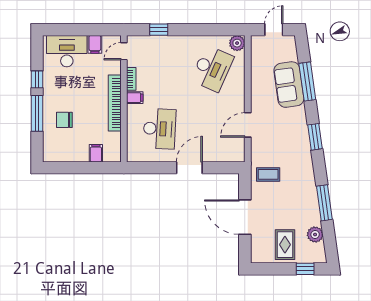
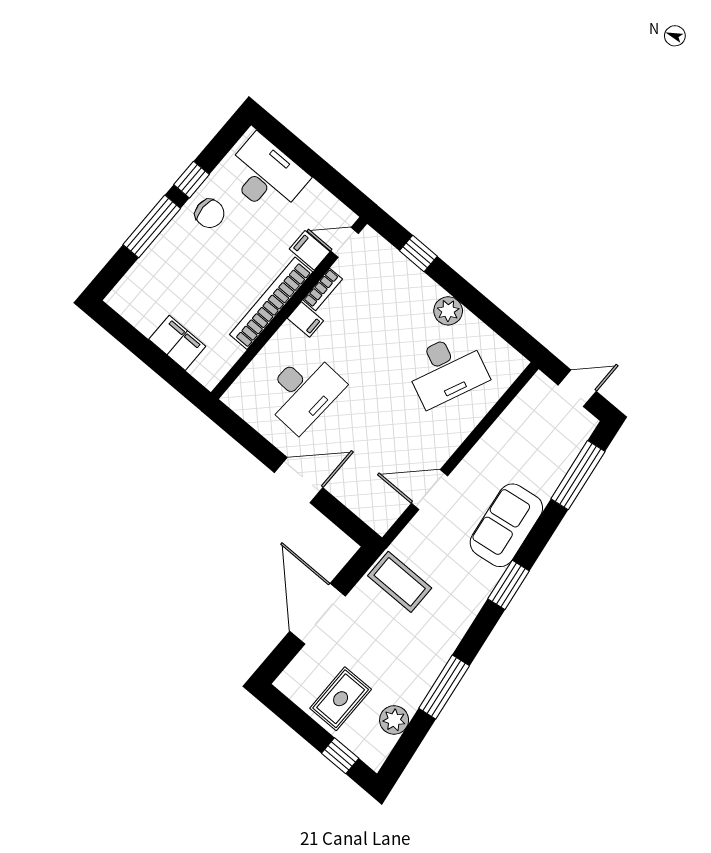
plant: (237, 43) -> (448, 311), moved
filing cabinet: (95, 44) -> (310, 250), moved, turned 90
window: (307, 81) -> (578, 475), moved
sofa: (289, 85) -> (506, 525), moved
chair: (64, 120) -> (210, 213), moved, turned 180
filing cabinet: (96, 153) -> (177, 343), width x2.00
coffee table: (268, 174) -> (400, 582), width x1.36, depth x1.30

